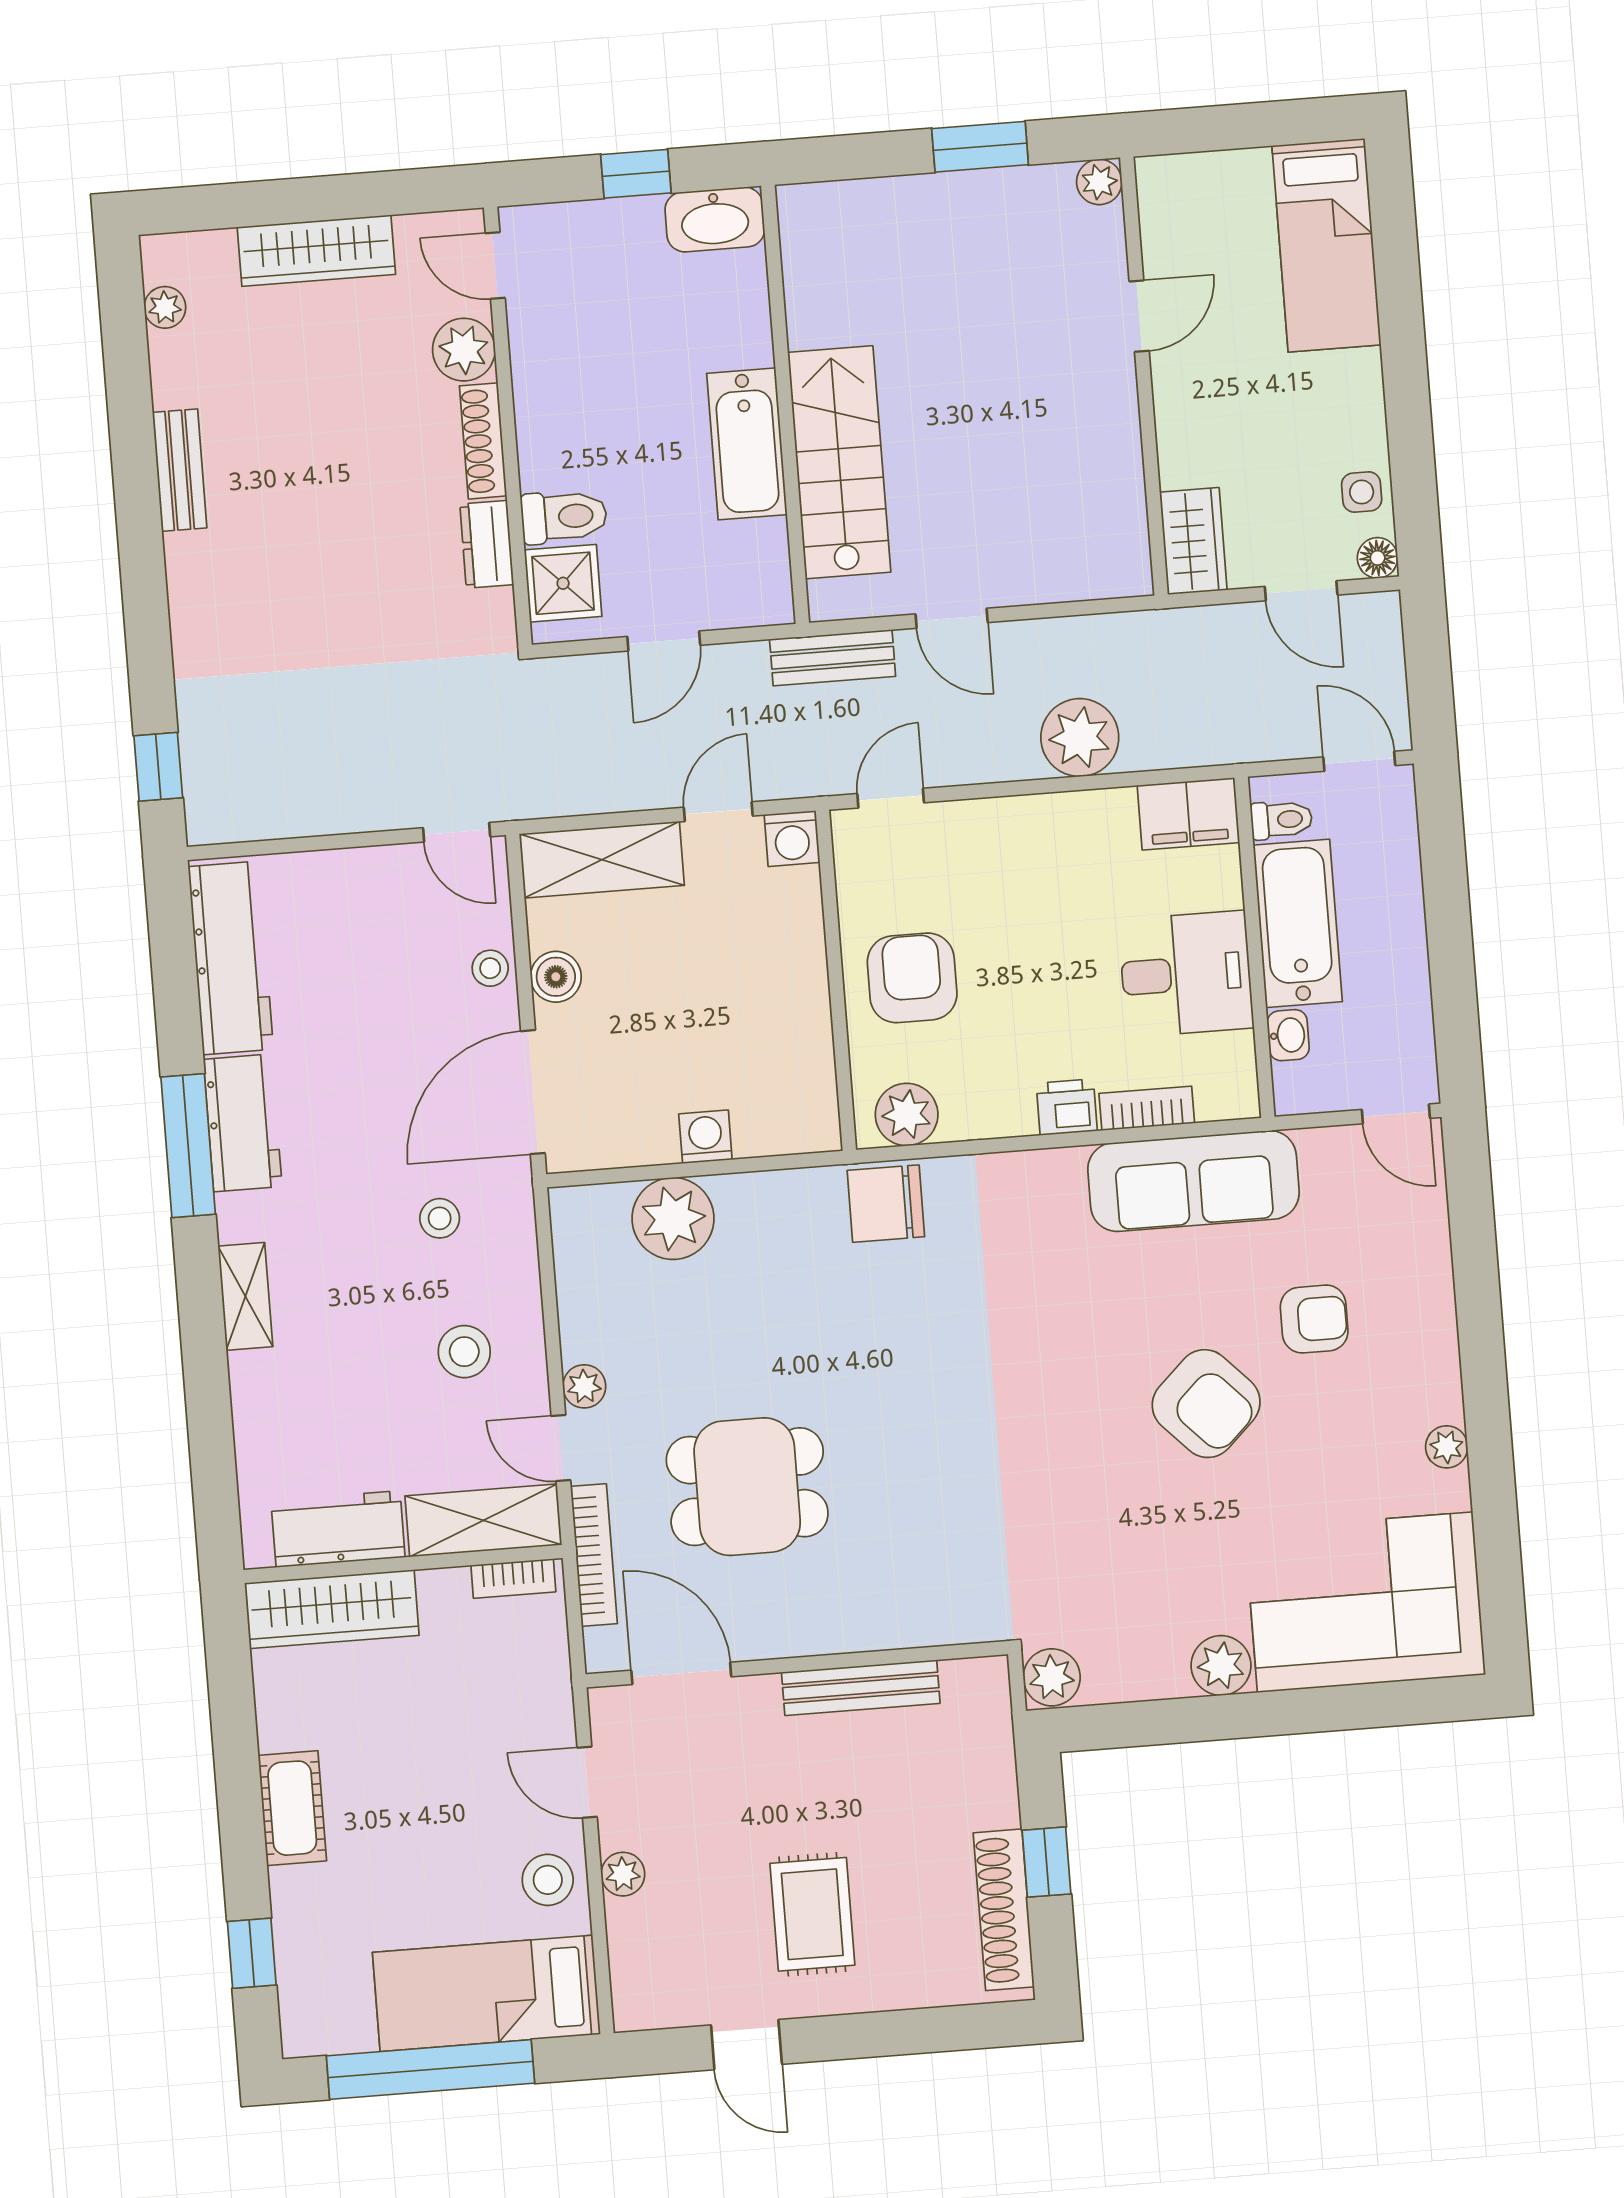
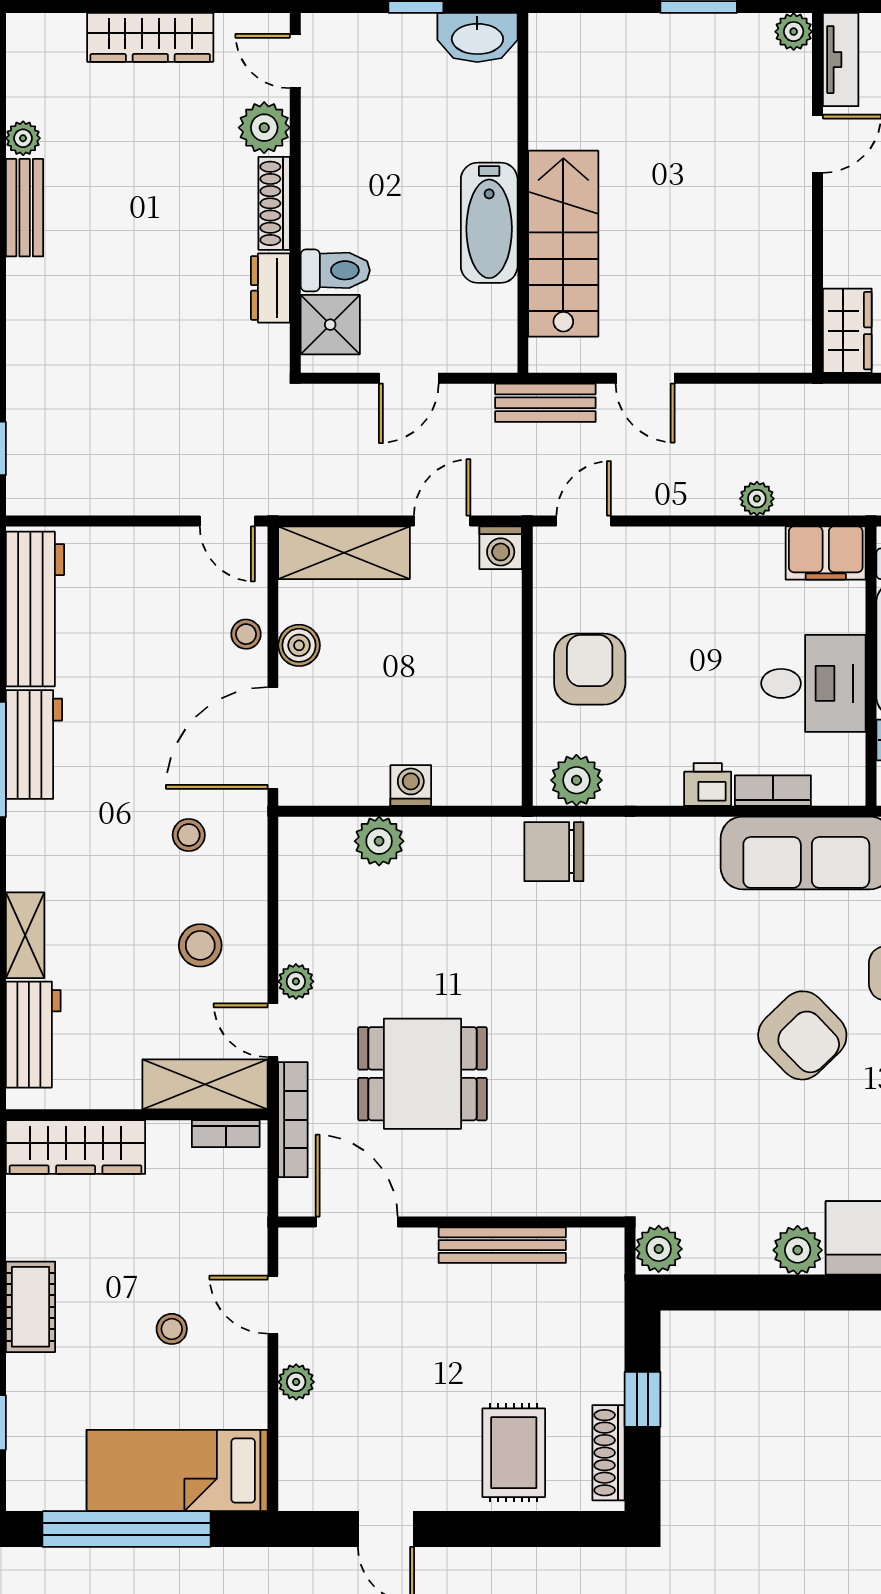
tv unit: (1159, 212) -> (841, 60), added
plant: (165, 307) -> (23, 138), moved
plant: (1080, 738) -> (757, 499), width x0.53, depth x0.53
plant: (673, 1218) -> (379, 841), width x0.73, depth x0.73
shelving: (245, 1296) -> (25, 935), moved
workbench: (338, 1529) -> (33, 1035), moved, turned 90
stool: (548, 1880) -> (172, 1329), moved, width x0.73, depth x0.73
shoe rack: (1004, 1910) -> (608, 1453), width x0.74, depth x0.81
rug: (812, 1914) -> (514, 1453), moved

